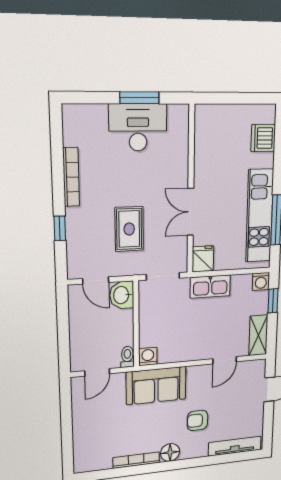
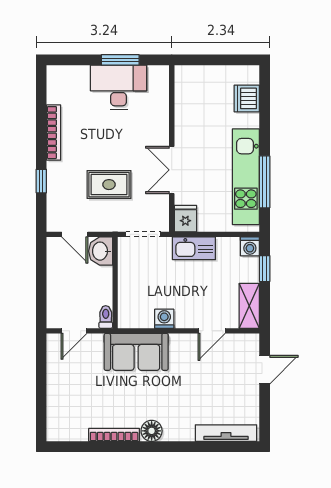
rug: (129, 229) -> (109, 185), turned 90
washing machine: (148, 357) -> (164, 319), moved
armchair: (197, 420) -> (182, 397), removed

